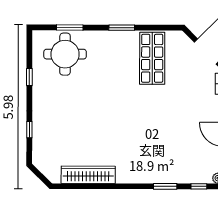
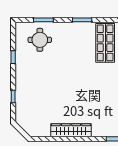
round table: (65, 54) -> (40, 40), width x0.73, depth x0.73
wardrobe: (88, 175) -> (71, 130), moved

